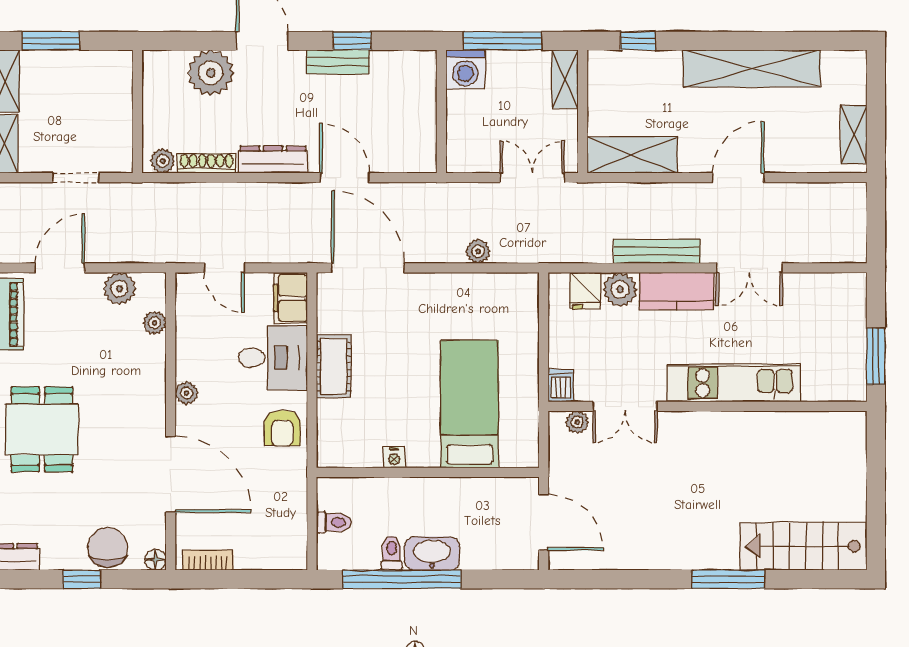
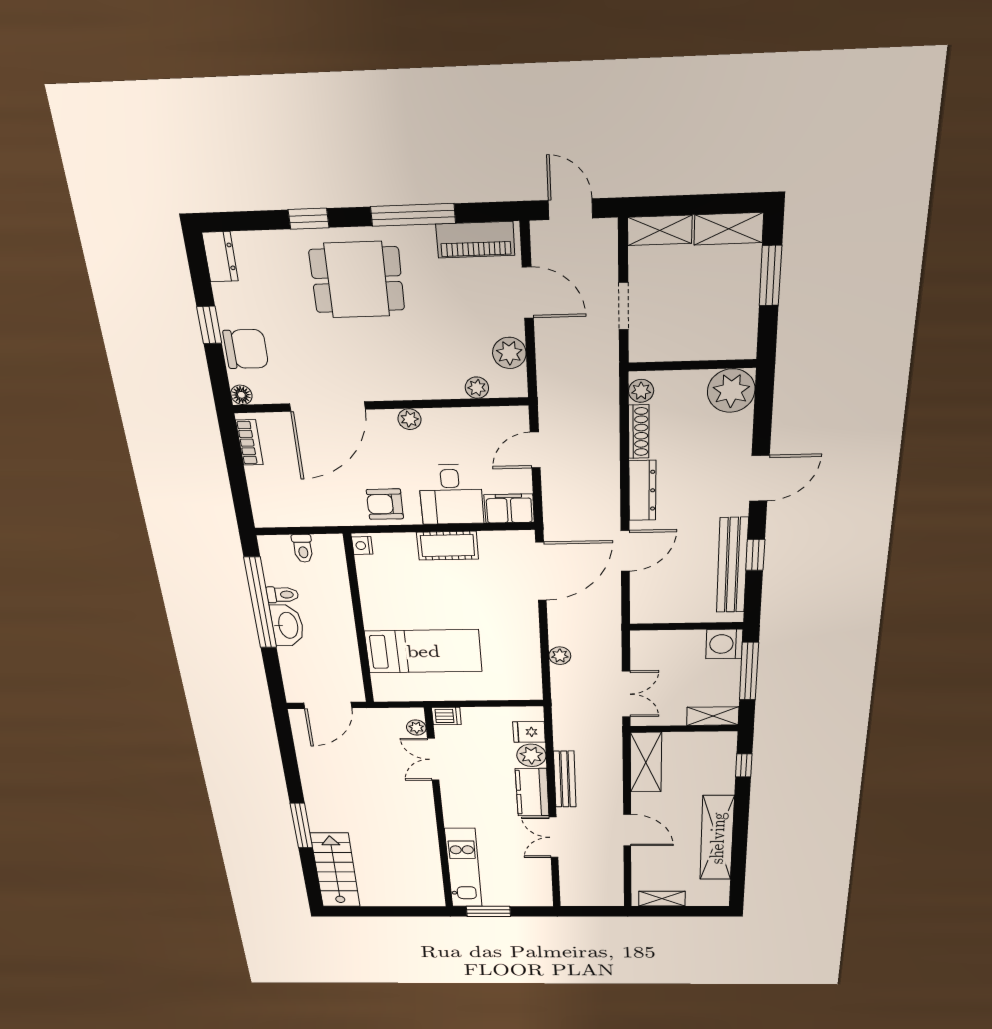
bench: (338, 62) -> (732, 566), width x1.86, depth x1.21
plant: (211, 73) -> (731, 391), moved
kitchen unit: (733, 383) -> (464, 868), moved
nightstand: (394, 458) -> (362, 546), moved

